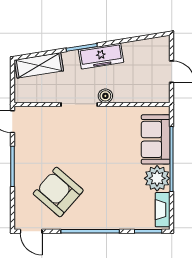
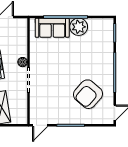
fireplace: (163, 210) -> (100, 23), removed

